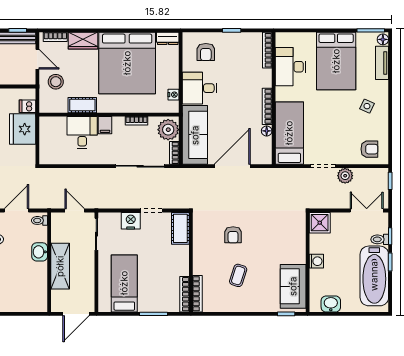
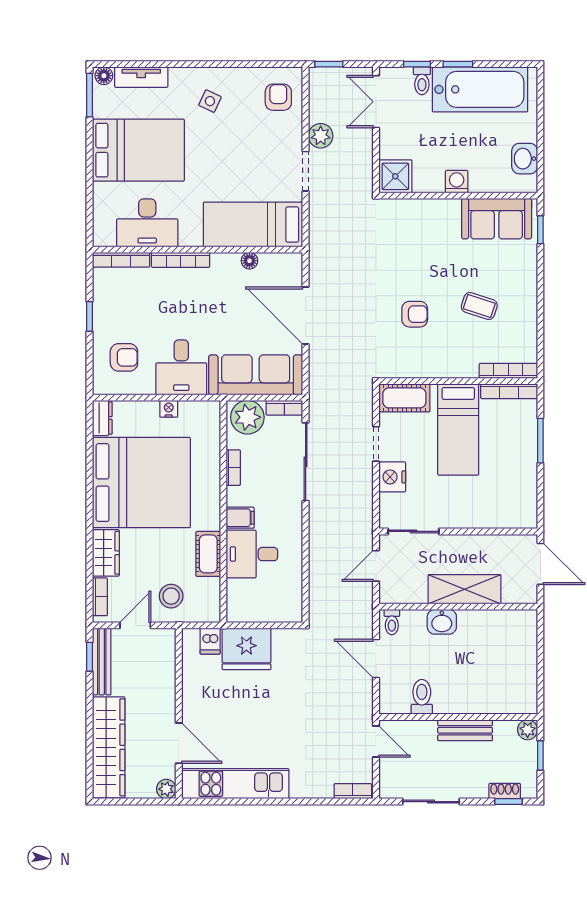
nightstand: (173, 95) -> (169, 409), moved
bookcase: (267, 106) -> (181, 260), moved
bed: (124, 283) -> (458, 430), moved, turned -90

